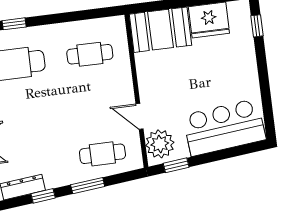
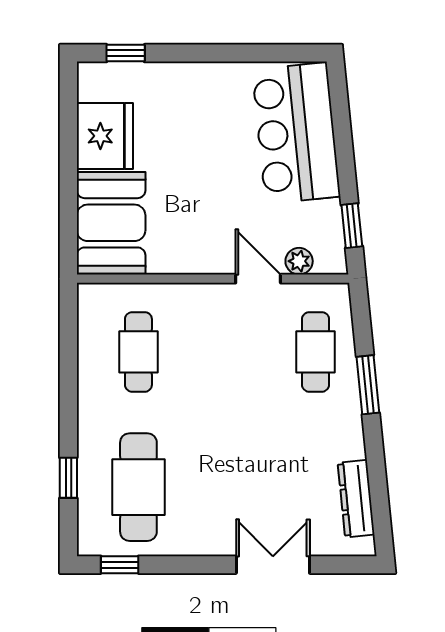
door: (140, 116) -> (258, 279), swing flipped
plant: (160, 144) -> (299, 261), width x0.53, depth x0.53
window: (43, 196) -> (376, 465), removed

